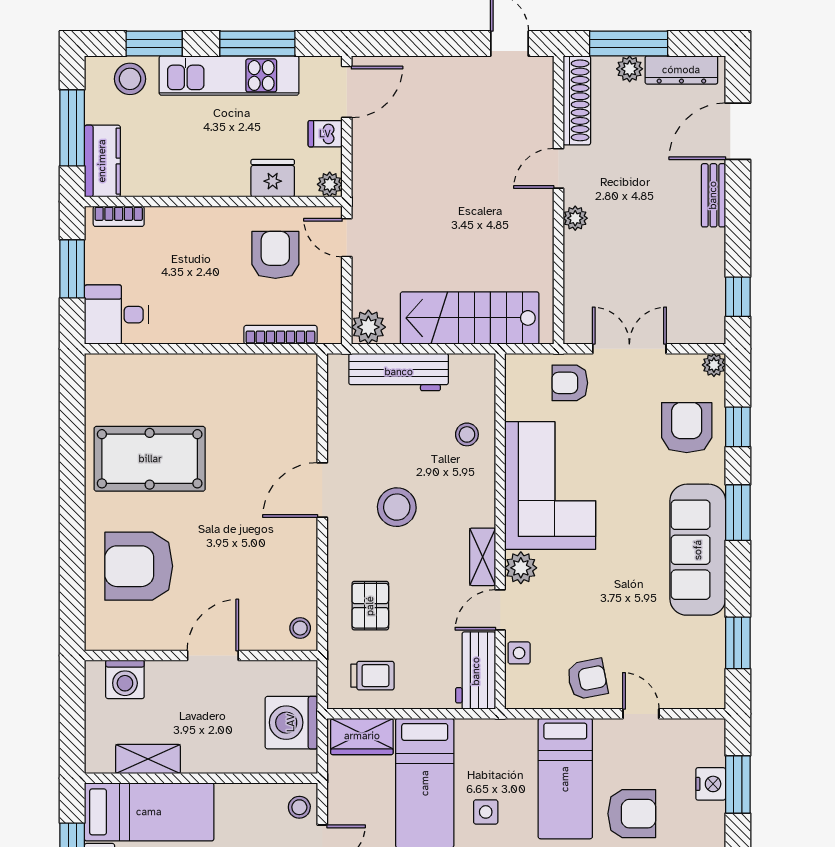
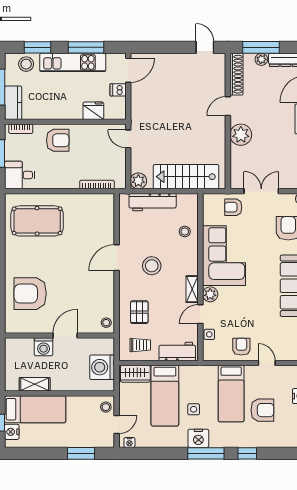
plant: (330, 184) -> (120, 114), removed
plant: (575, 218) -> (241, 135), width x1.88, depth x1.88
armchair: (275, 255) -> (58, 140), moved, turned 90
pool table: (150, 459) -> (37, 221), moved
workbench: (476, 671) -> (177, 351), moved, turned 90
washing machine: (125, 679) -> (44, 347), moved
armchair: (587, 679) -> (241, 347), turned -79

